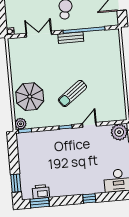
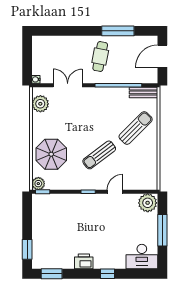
bench: (71, 38) -> (144, 92), moved
plant: (16, 53) -> (40, 104), added
sun lounger: (103, 67) -> (136, 128), added
printer: (41, 192) -> (84, 261), moved

